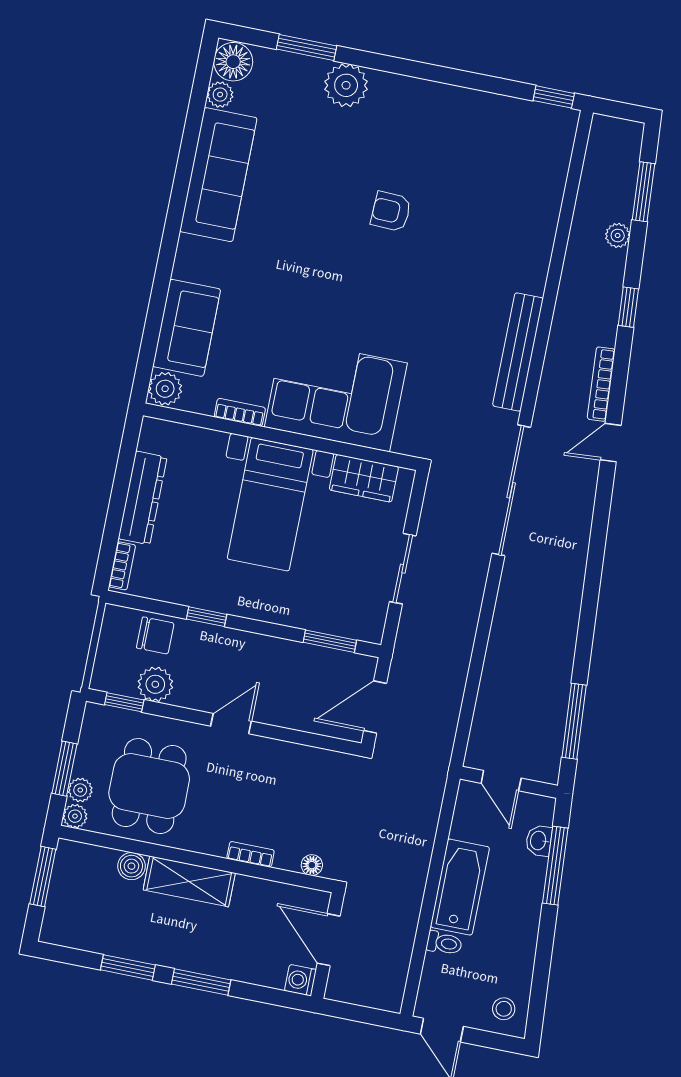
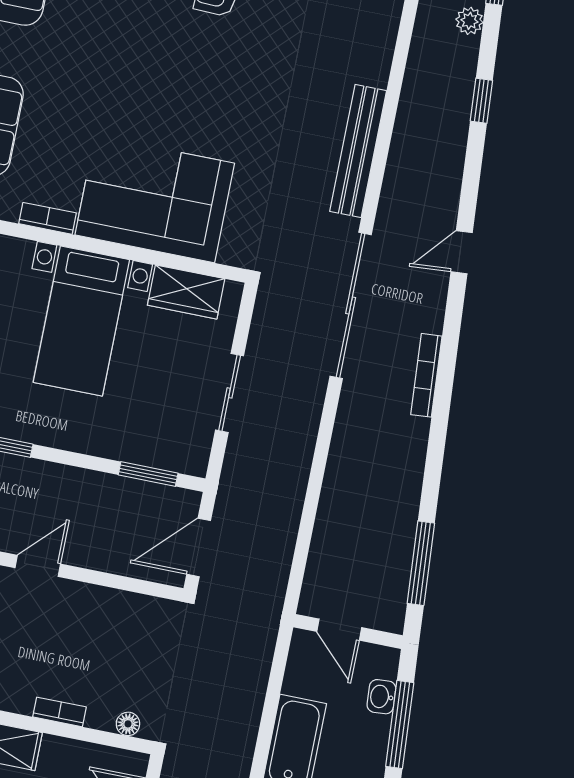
bookcase: (601, 384) -> (426, 375), moved

